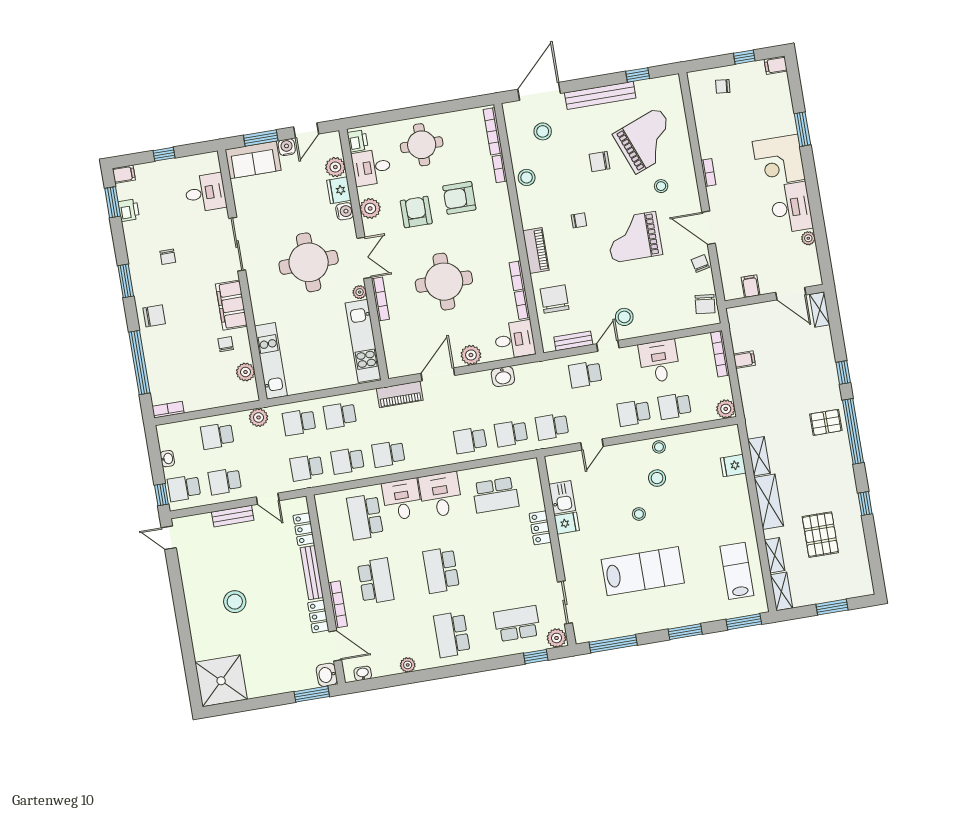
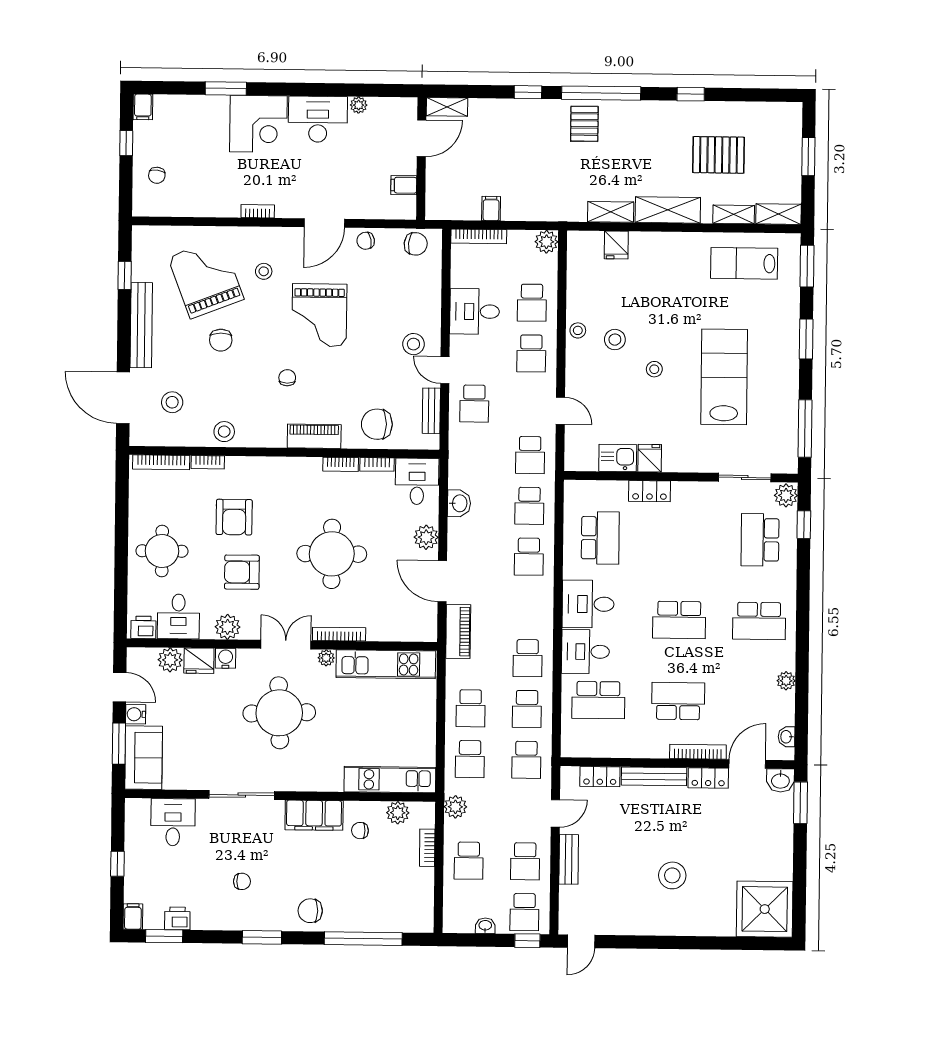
chair: (154, 316) -> (310, 911), turned -90
bookcase: (168, 410) -> (427, 848), moved

